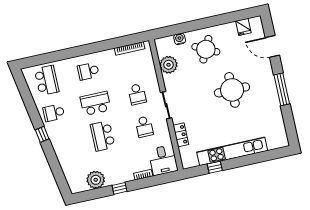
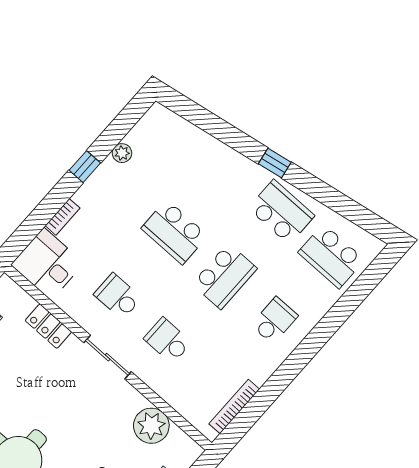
school desk: (54, 113) -> (281, 212), width x1.85
school desk: (103, 136) -> (175, 232), turned 180
plant: (96, 180) -> (122, 153), width x0.53, depth x0.53

